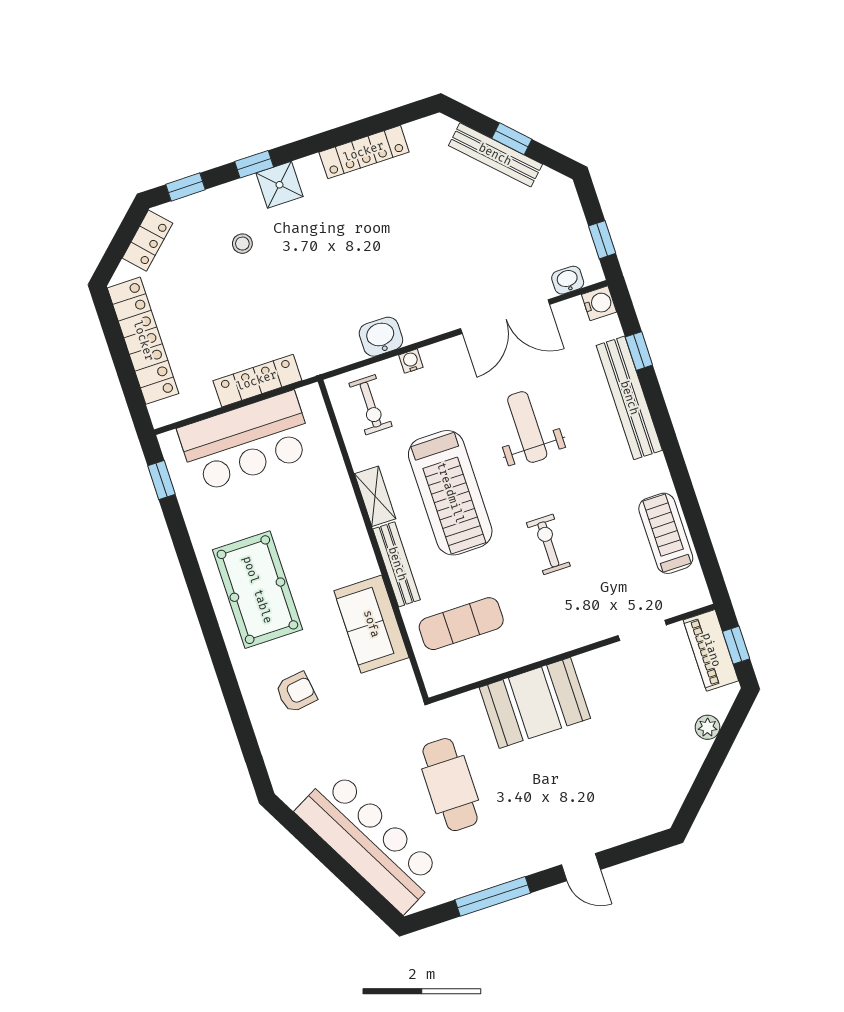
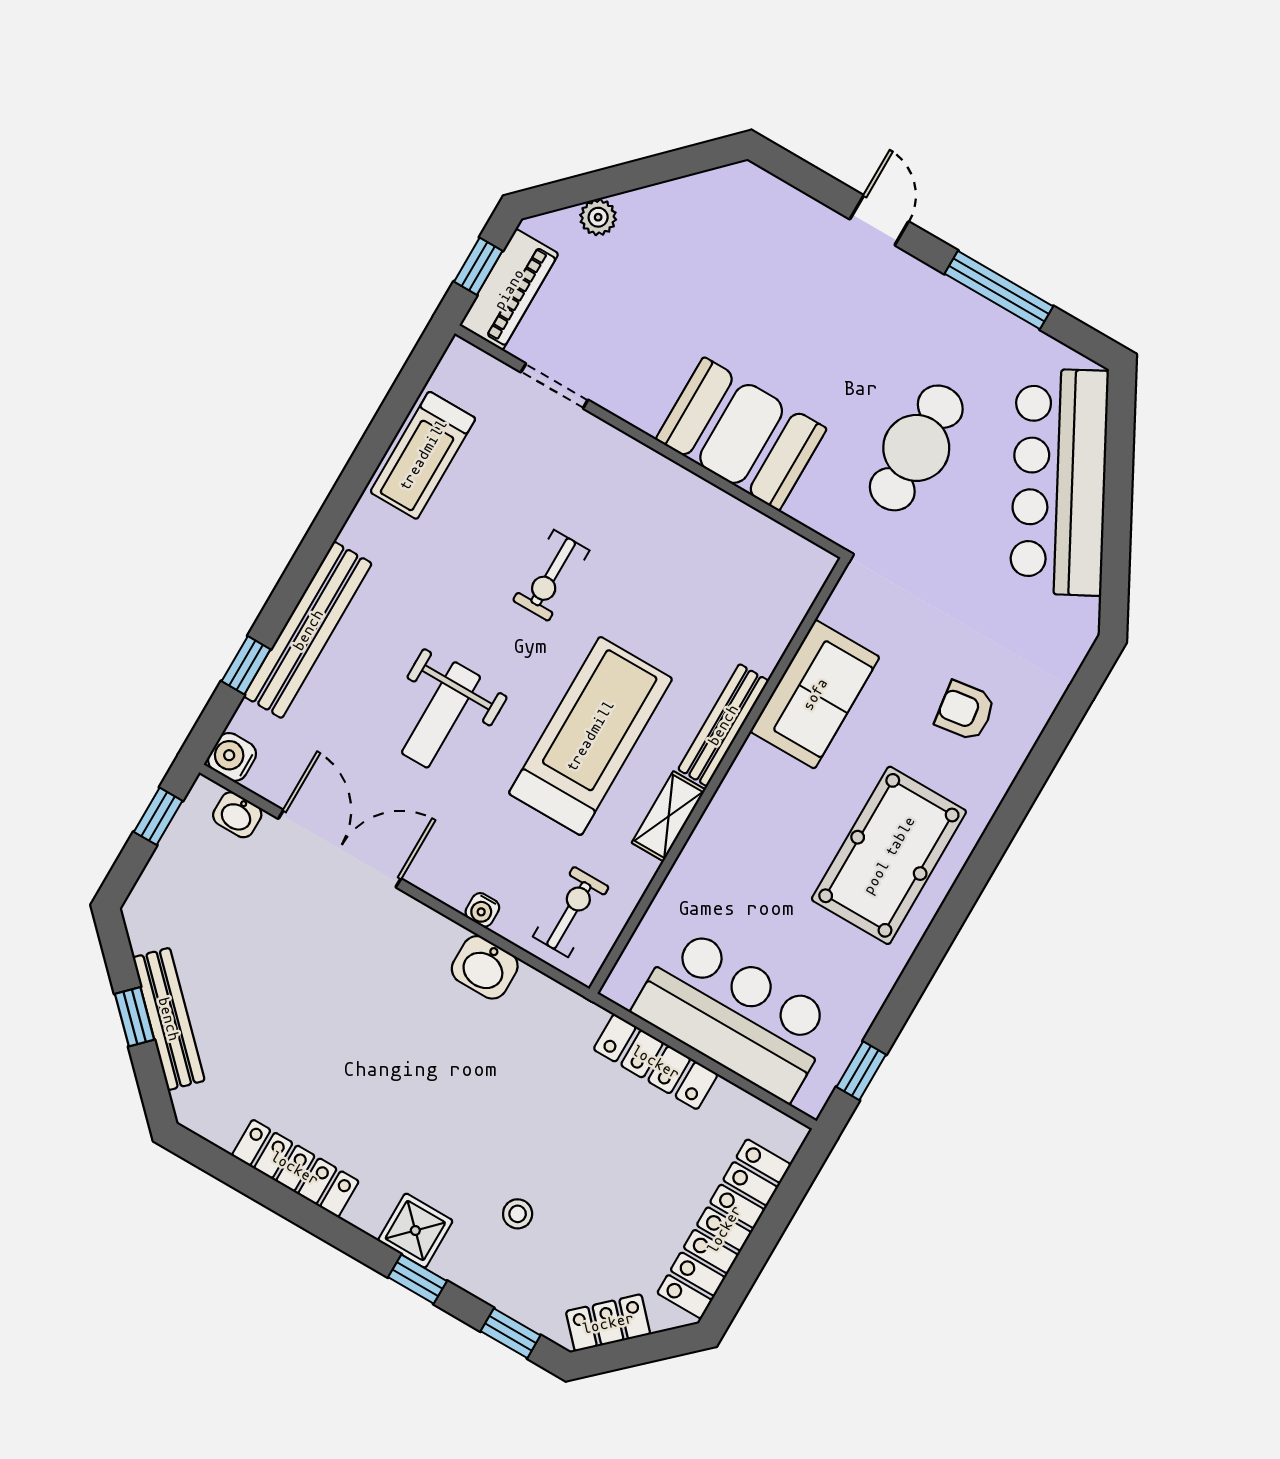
exercise mat: (461, 624) -> (726, 594), removed

